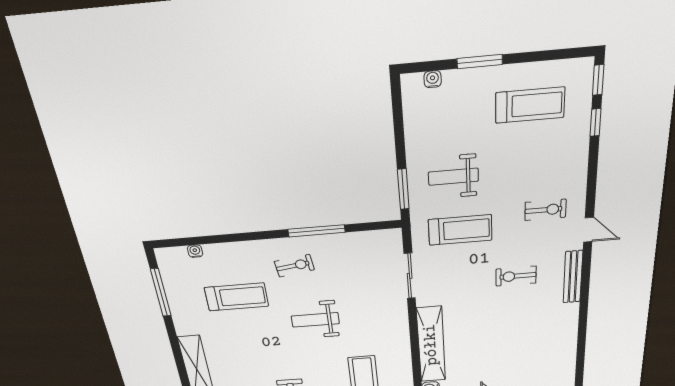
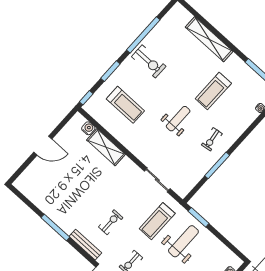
weight bench: (453, 177) -> (183, 241), width x1.36, depth x1.33
treadmill: (237, 297) -> (213, 91), moved
window: (583, 323) -> (55, 227), added
shelving: (431, 345) -> (106, 147), width x0.68

